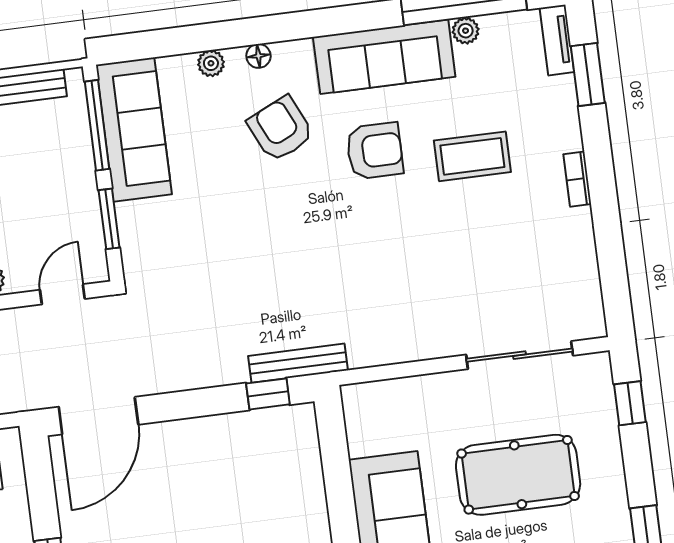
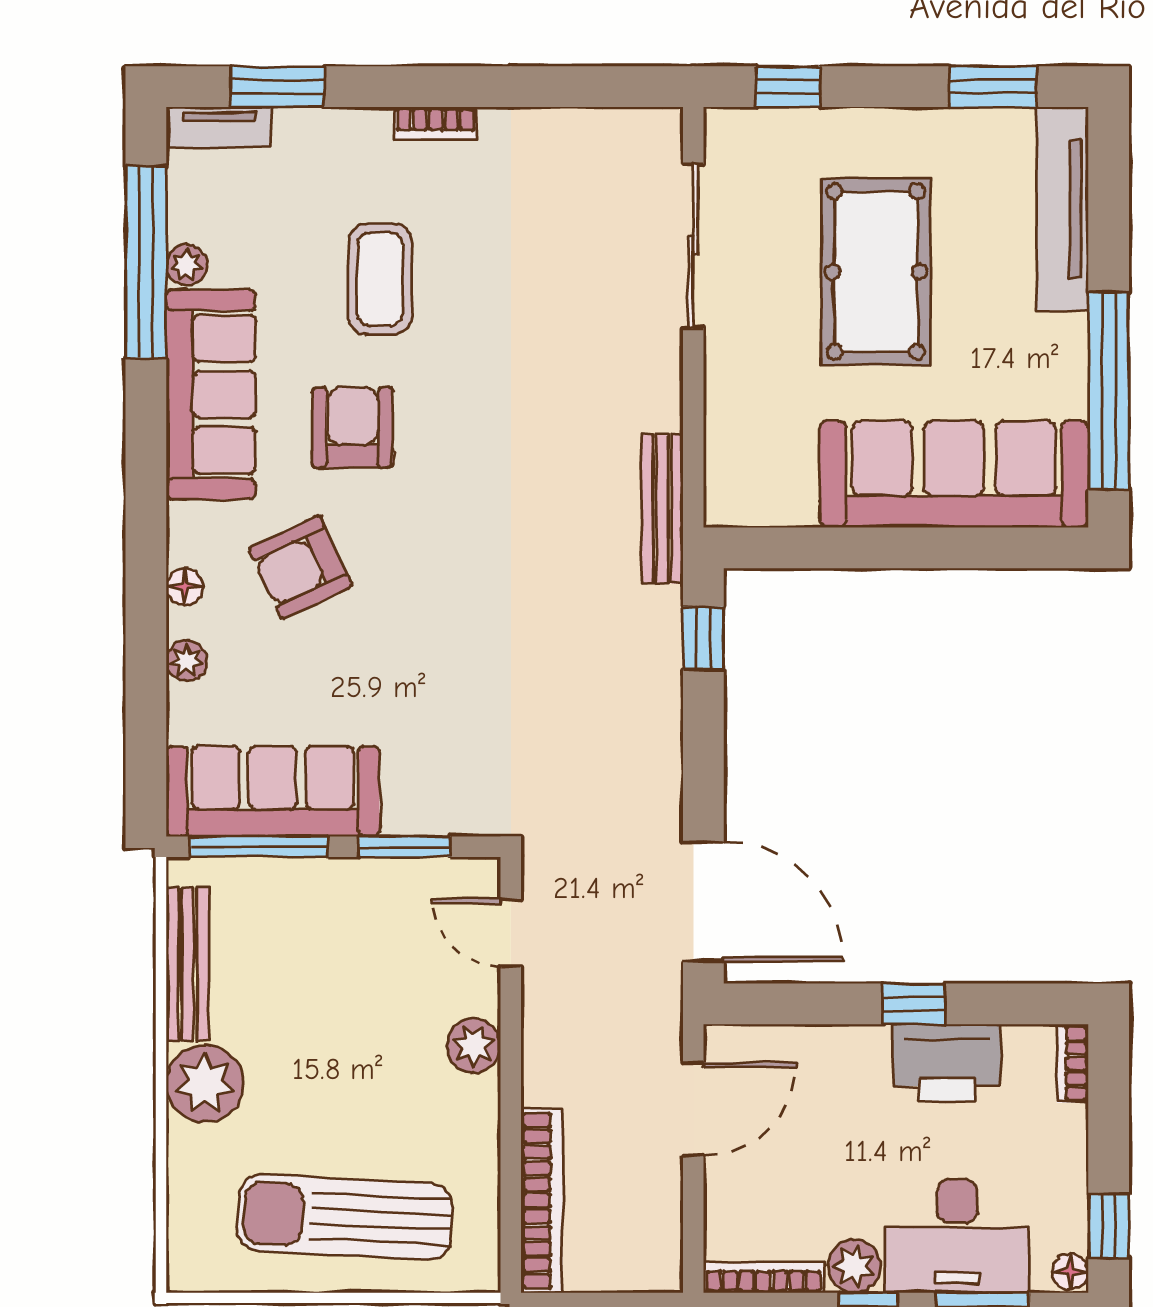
bench: (298, 363) -> (662, 509), moved

